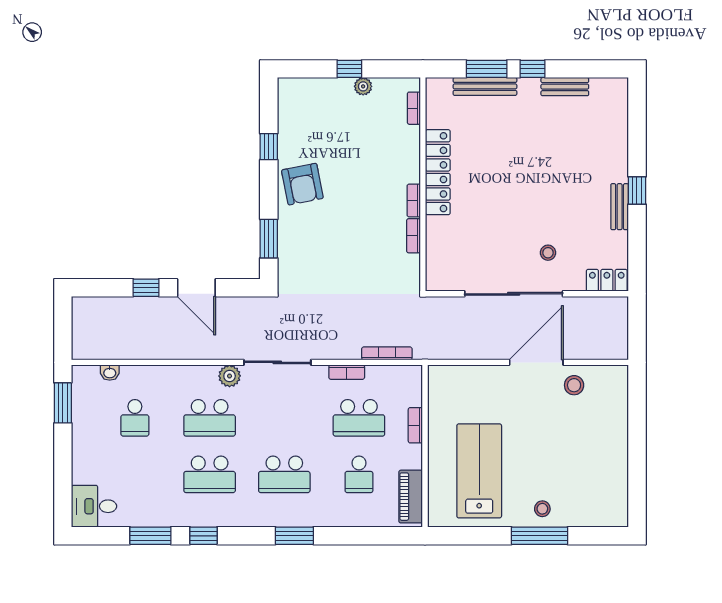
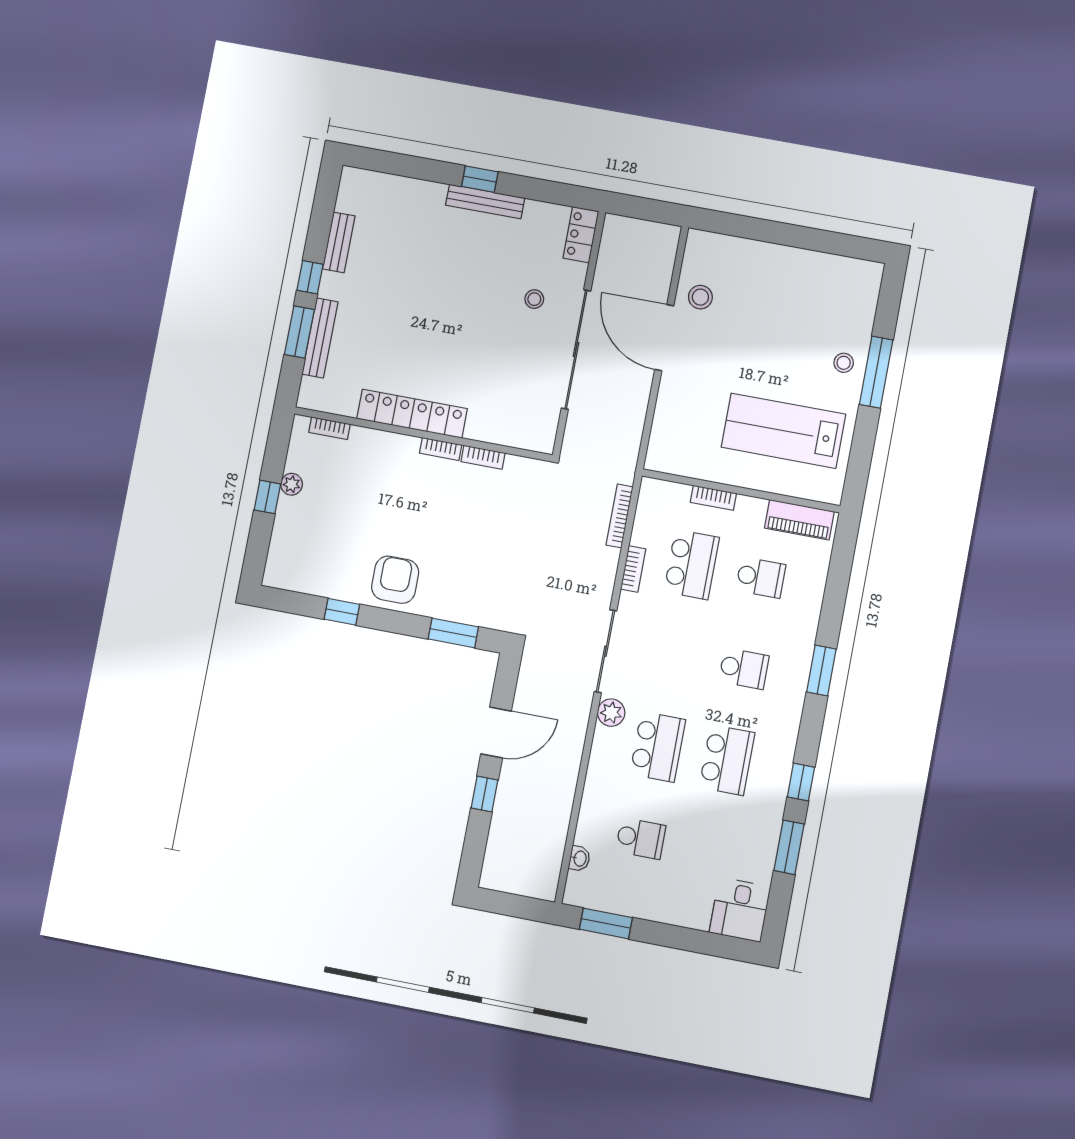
armchair: (302, 184) -> (395, 580), turned -79
bench: (620, 207) -> (485, 201), width x1.36
school desk: (284, 474) -> (744, 669), width x0.54

